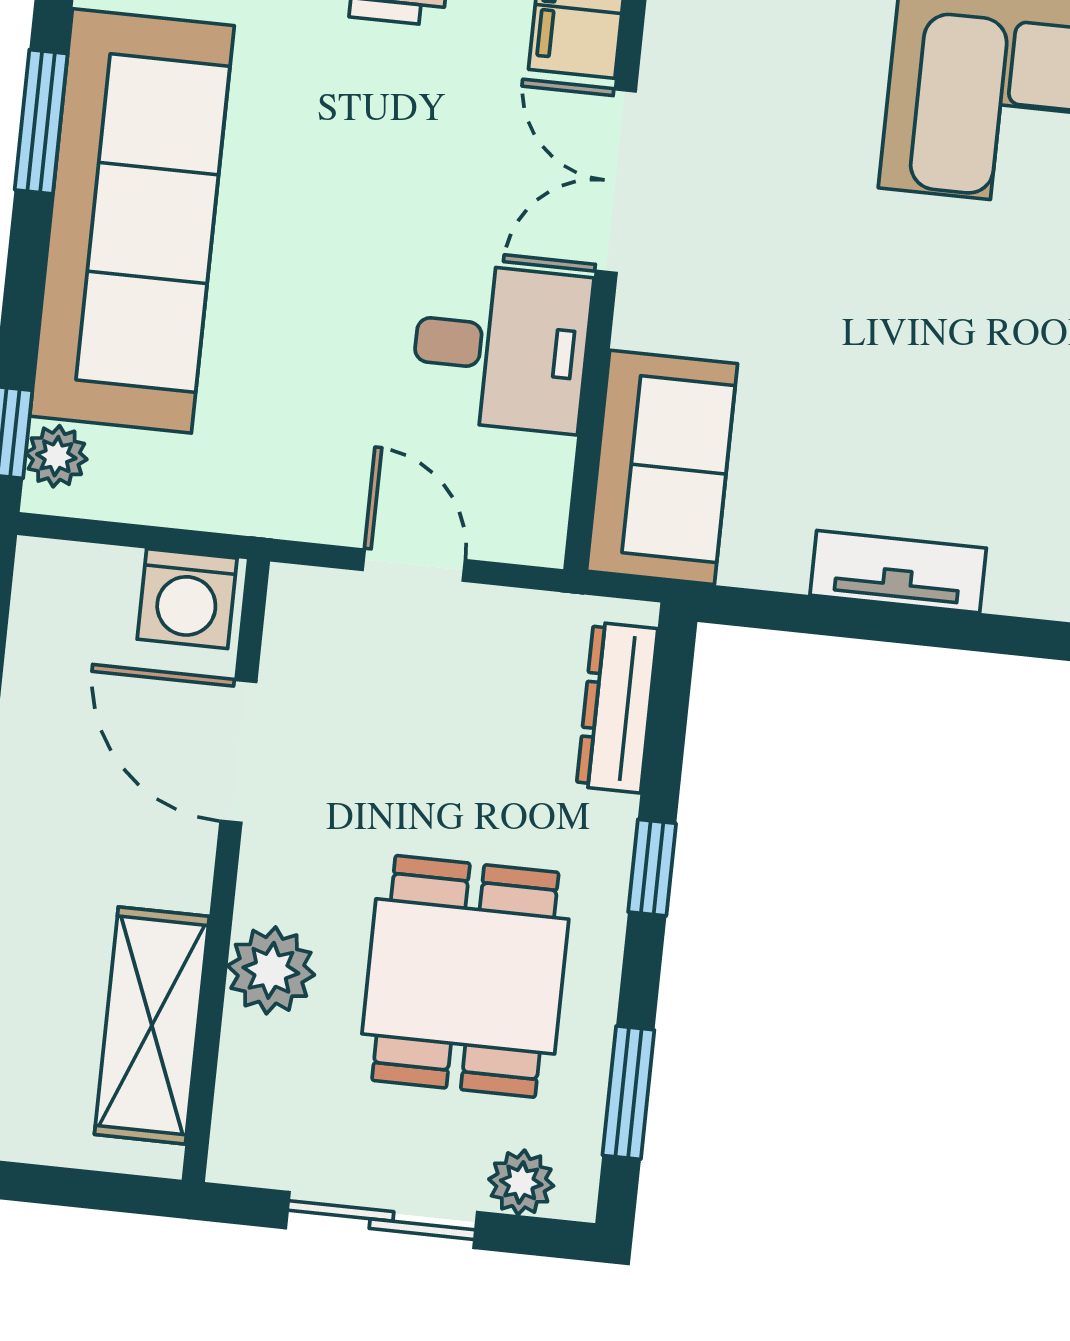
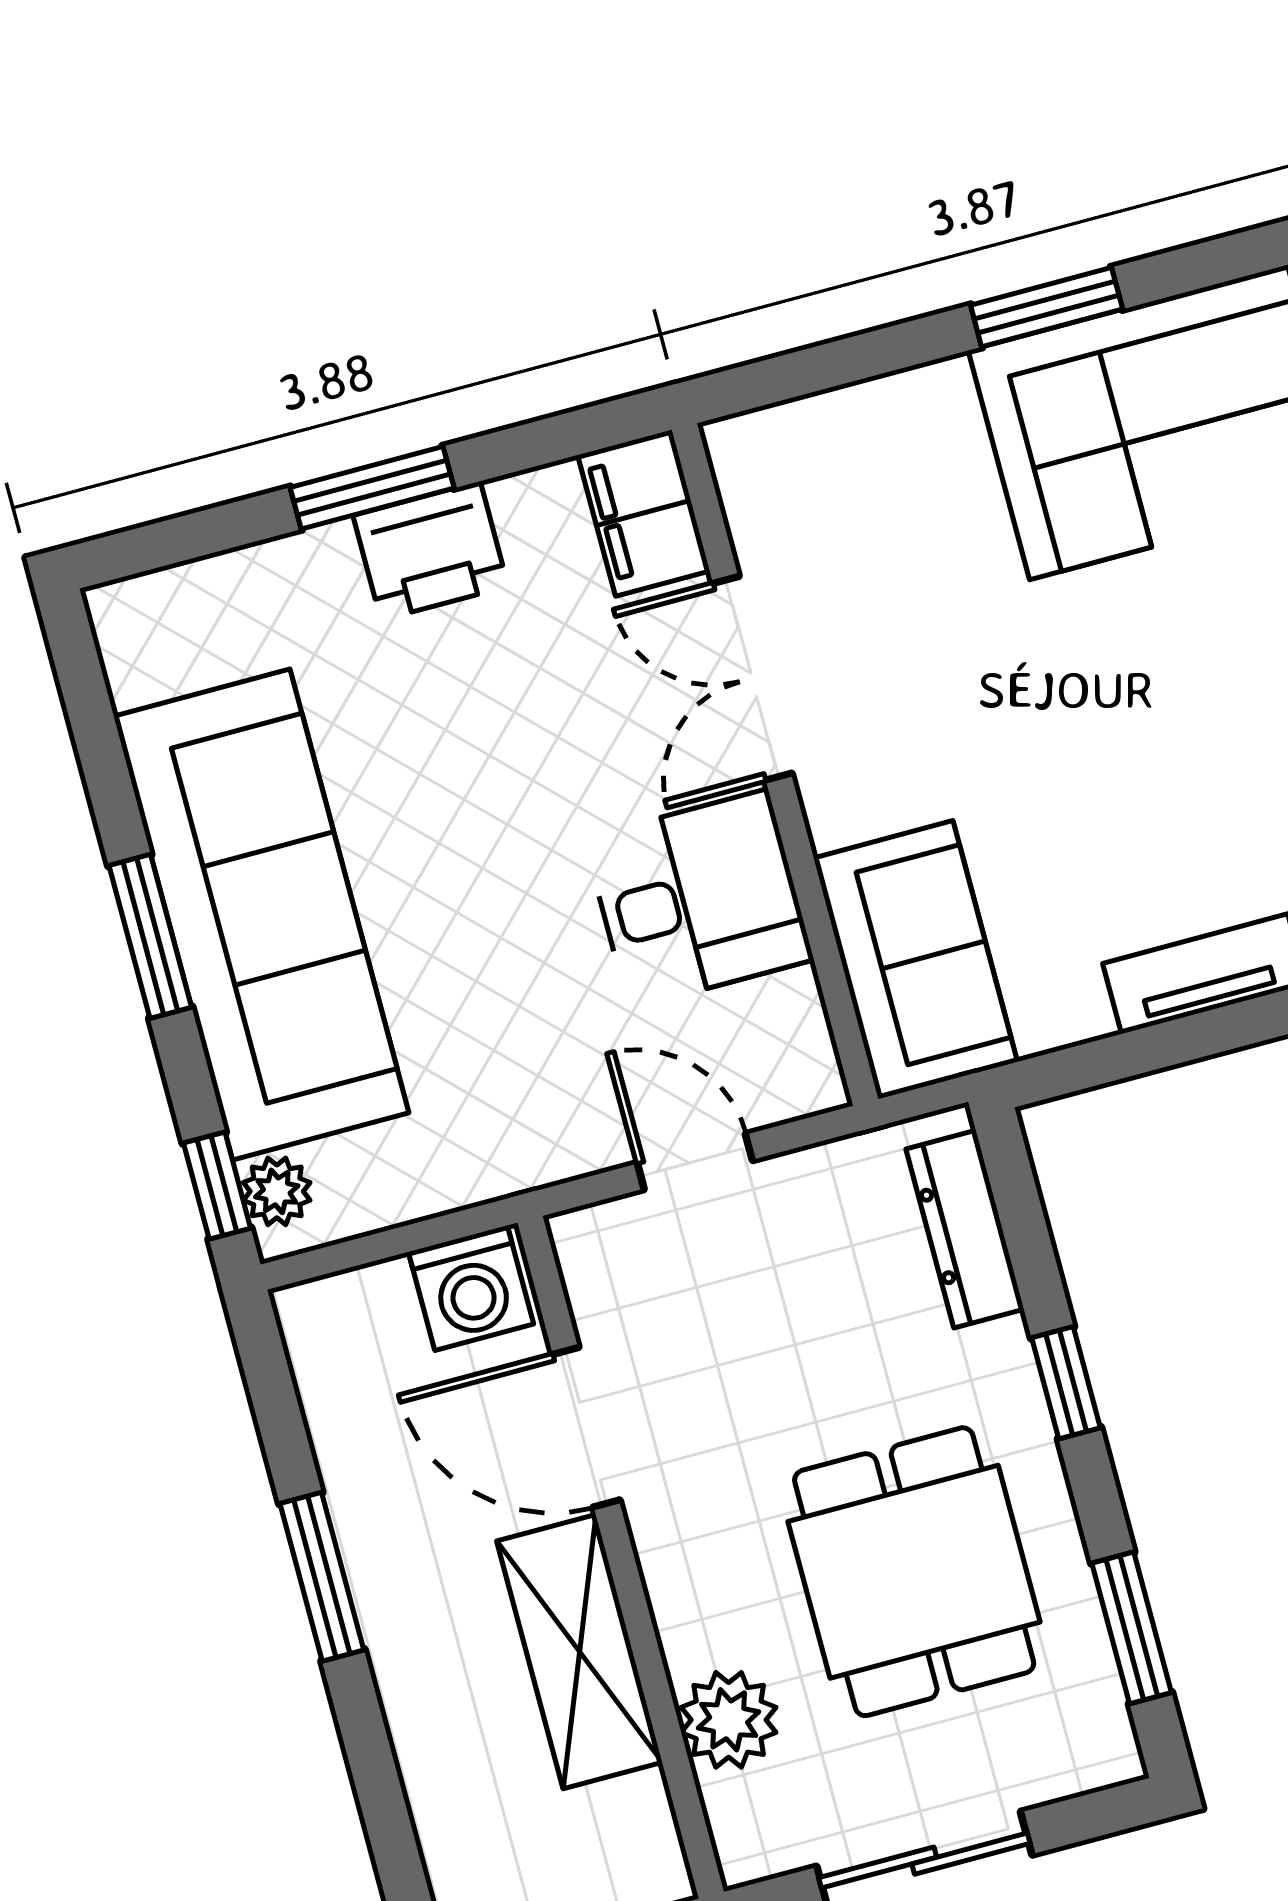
window: (41, 122) -> (150, 936), moved
plant: (271, 970) -> (729, 1720), moved
shelving: (152, 1025) -> (579, 1652), moved
plant: (521, 1182) -> (1055, 1765), removed

